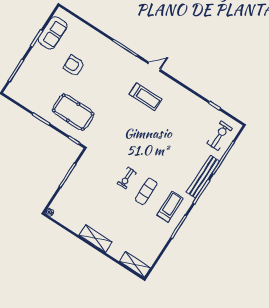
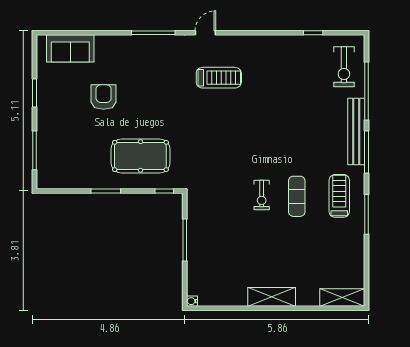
sofa: (53, 33) -> (70, 48), moved, turned 90
armchair: (74, 66) -> (104, 97), turned 90
exercise bike: (220, 136) -> (344, 67), turned 180

